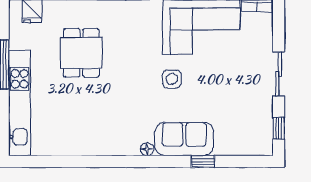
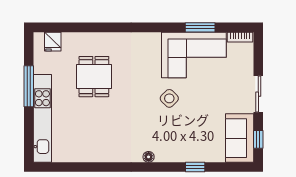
side table: (172, 79) -> (169, 98), turned 45
sofa: (184, 139) -> (240, 138), moved, turned -90

